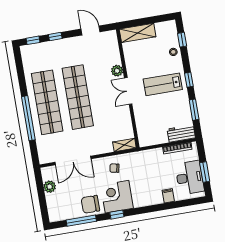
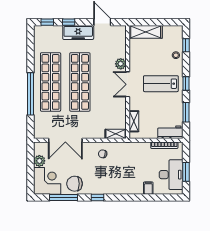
freezer: (67, 46) -> (78, 32), added
shelving: (141, 128) -> (134, 121), added
corner desk: (117, 197) -> (47, 181), moved, turned 90

